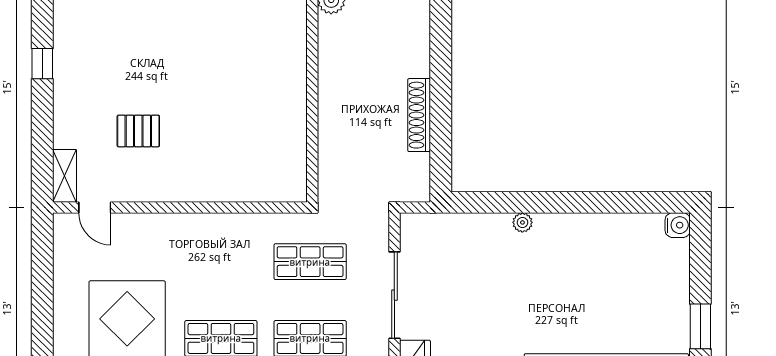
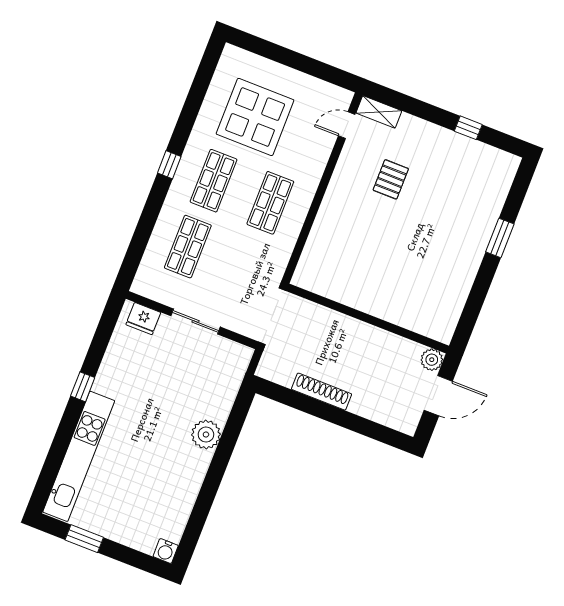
plant: (522, 222) -> (206, 435), width x1.88, depth x1.88
shop shelf: (310, 262) -> (270, 203), moved
sliding door: (394, 295) -> (195, 321), width x0.73

